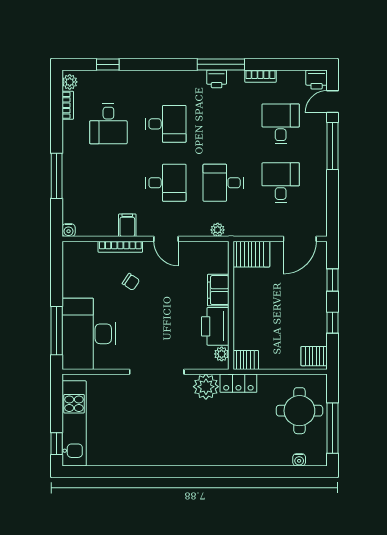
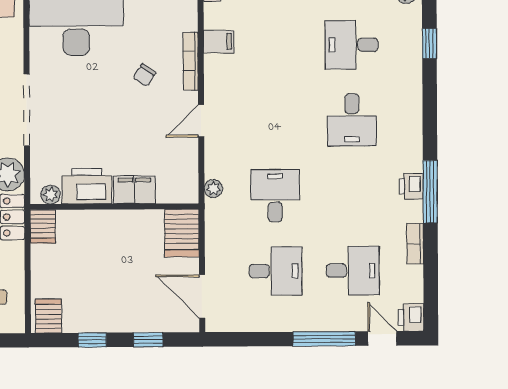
desk: (166, 183) -> (275, 120), removed
filing cabinet: (127, 225) -> (219, 41), moved

